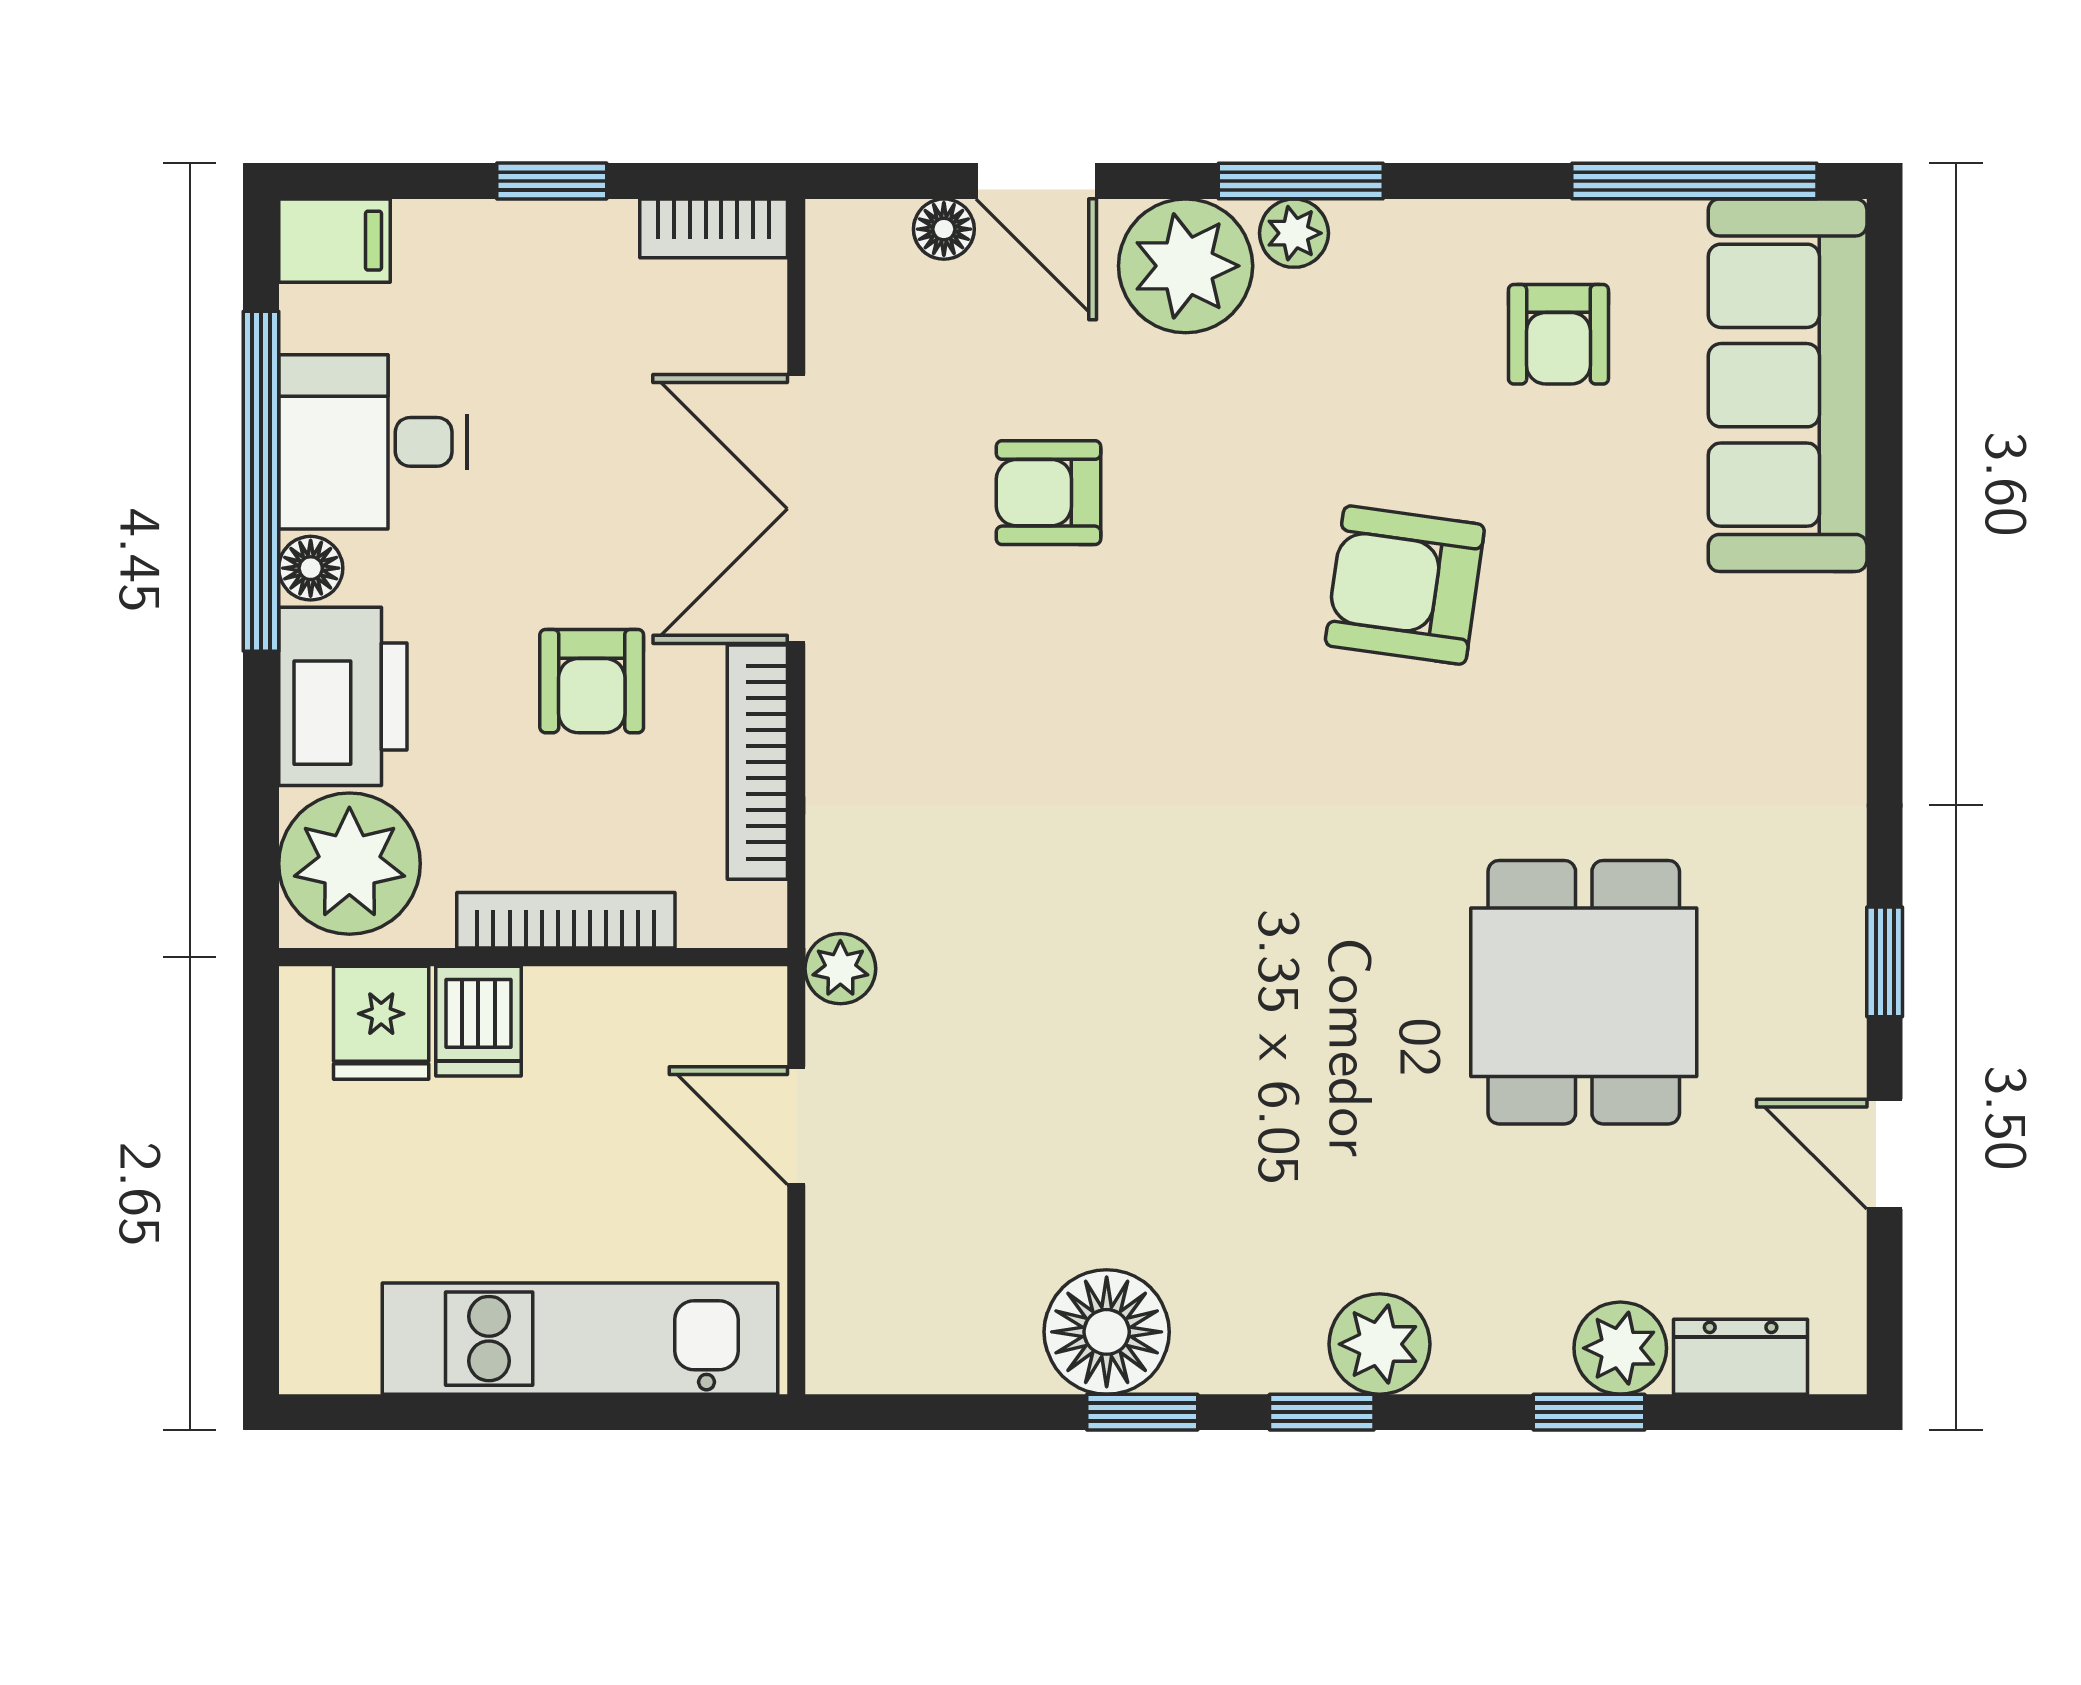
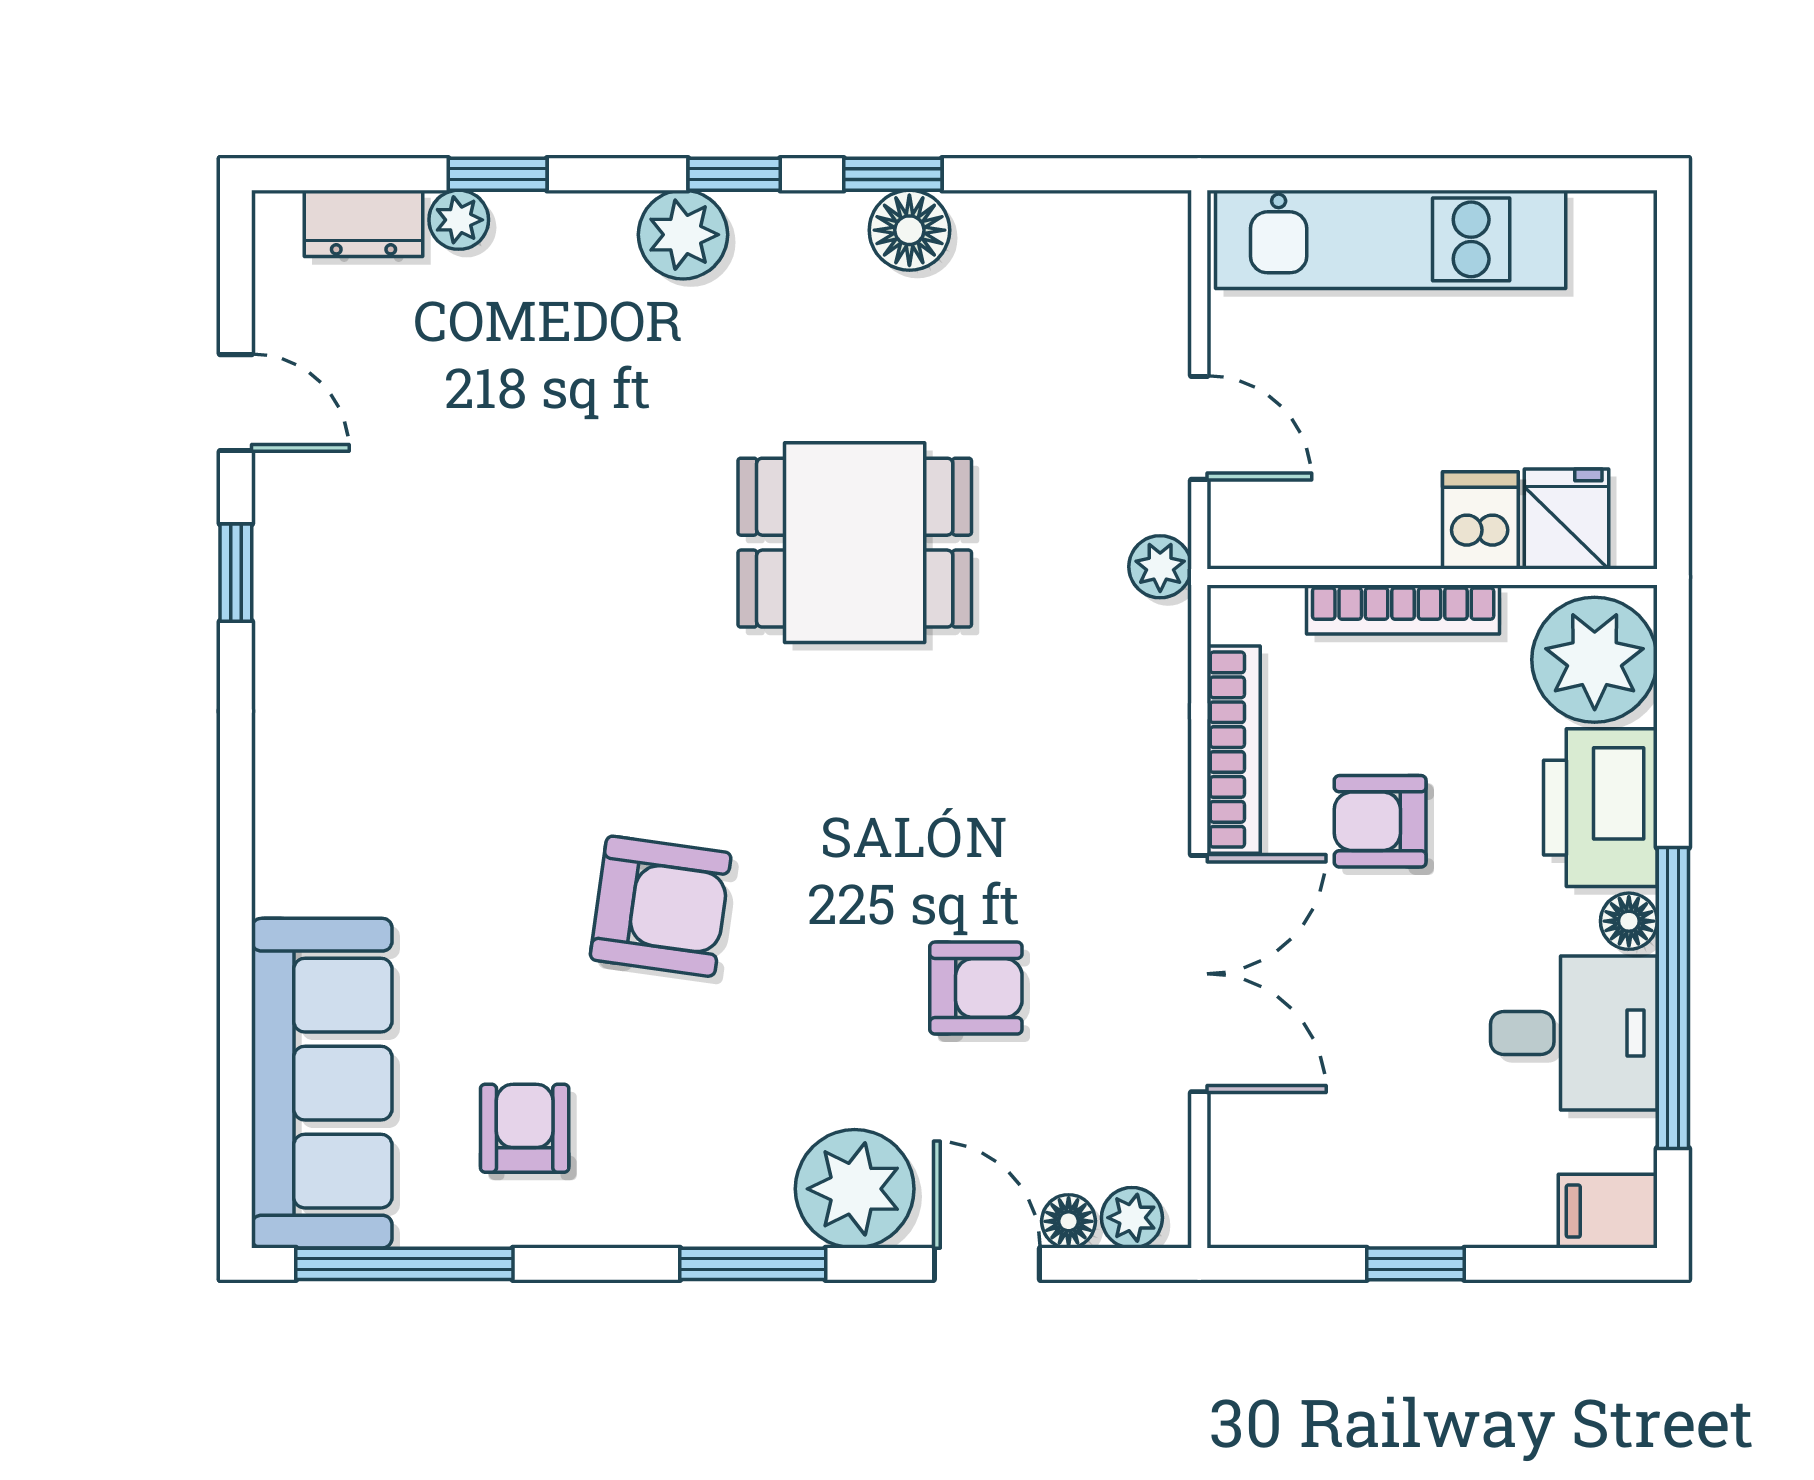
bookcase: (714, 228) -> (1272, 1222), removed
plant: (1294, 233) -> (1132, 1218), moved
armchair: (592, 681) -> (1380, 821), turned -90
dining table: (1584, 992) -> (855, 543), moved, turned 90
floor lamp: (1107, 1332) -> (909, 230), width x0.73, depth x0.73
plant: (1620, 1348) -> (459, 220), width x0.73, depth x0.73

